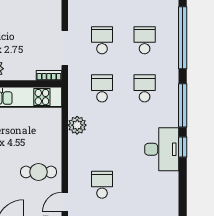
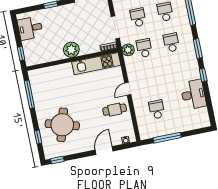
window: (183, 105) -> (198, 48), width x0.69
plant: (77, 125) -> (128, 50), moved
desk: (162, 149) -> (193, 94), moved
door: (65, 202) -> (128, 89), moved

